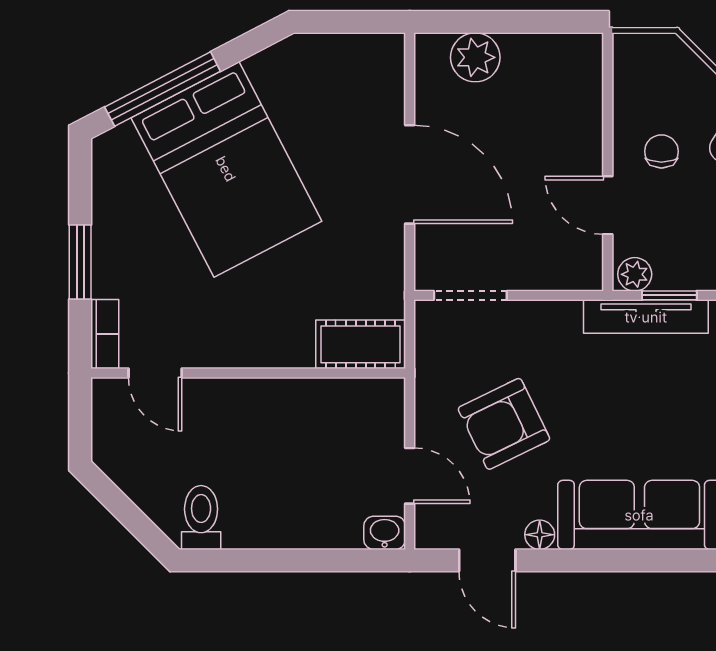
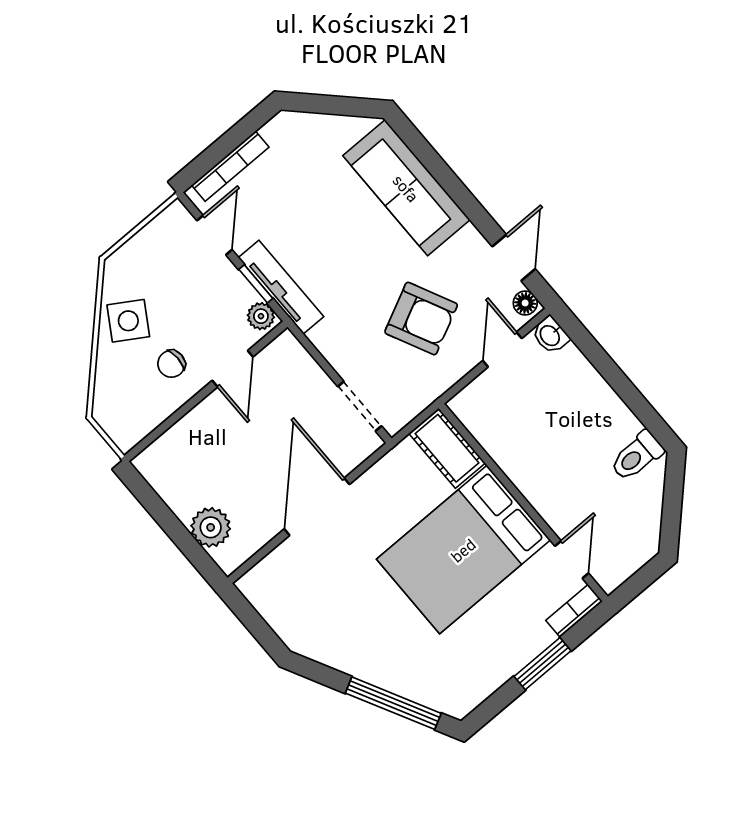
bed: (226, 169) -> (463, 550), moved, turned -152
floor lamp: (540, 535) -> (525, 303), moved

